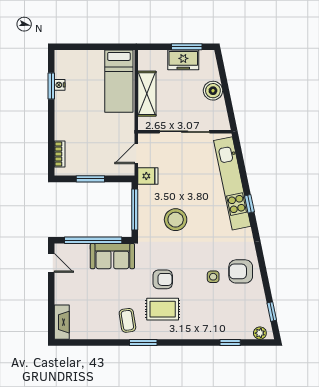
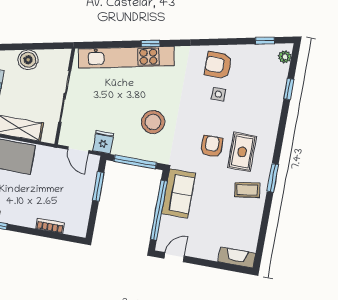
bookcase: (60, 154) -> (50, 226), moved
window: (90, 179) -> (98, 186), moved
armchair: (241, 271) -> (218, 65), turned 90

